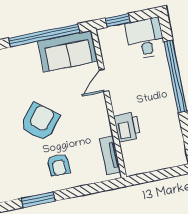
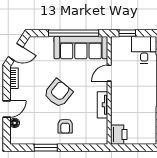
sofa: (68, 51) -> (81, 48), width x1.36
printer: (127, 127) -> (119, 135), moved
tv unit: (110, 155) -> (102, 105), moved

